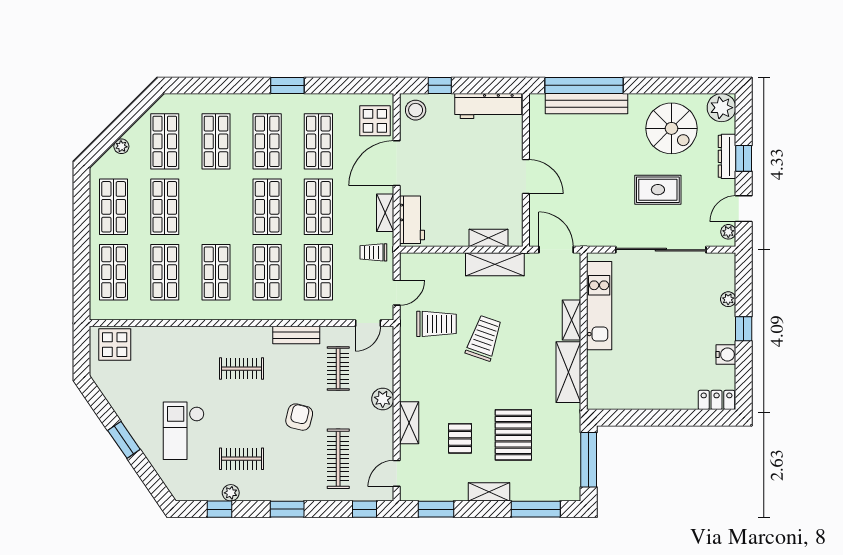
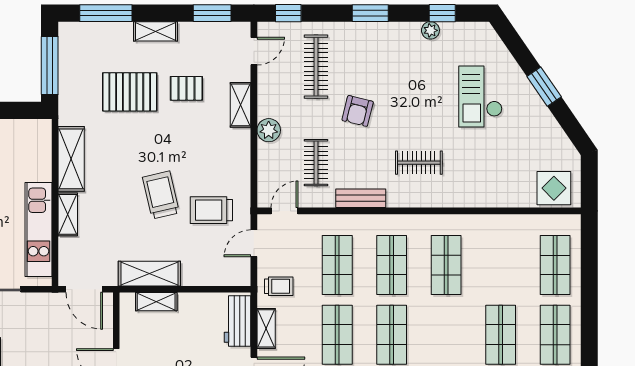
shop shelf: (165, 272) -> (501, 265), removed
trolley: (484, 338) -> (161, 195), turned 148
checkout: (184, 431) -> (480, 96), turned 180
pallet: (513, 435) -> (130, 92), turned 90
pallet: (460, 438) -> (186, 88), turned 90
clothes rail: (242, 459) -> (419, 67), removed

